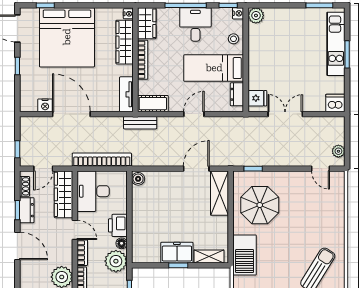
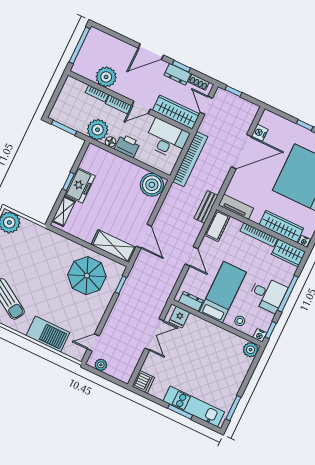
boiler: (138, 179) -> (152, 185), width x1.86, depth x1.86
barbecue: (245, 255) -> (48, 334), moved, turned 180

